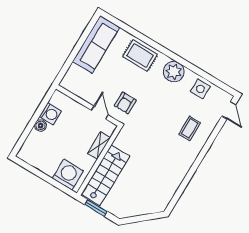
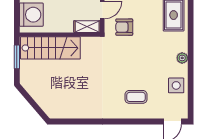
plant: (174, 72) -> (182, 58), width x0.53, depth x0.53
shelving: (99, 146) -> (87, 27), moved

